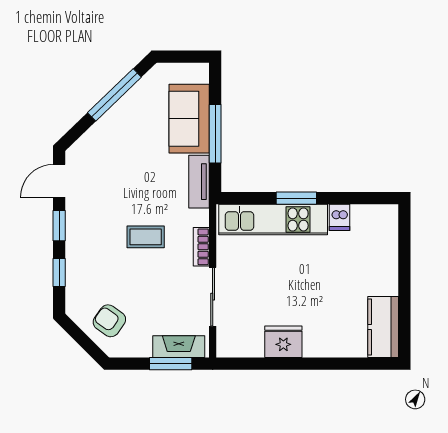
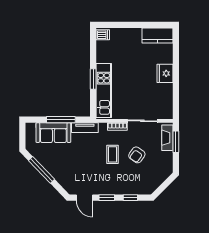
dishwasher: (339, 217) -> (103, 35), moved
armchair: (109, 321) -> (137, 155), moved
fridge: (283, 342) -> (165, 73), moved

